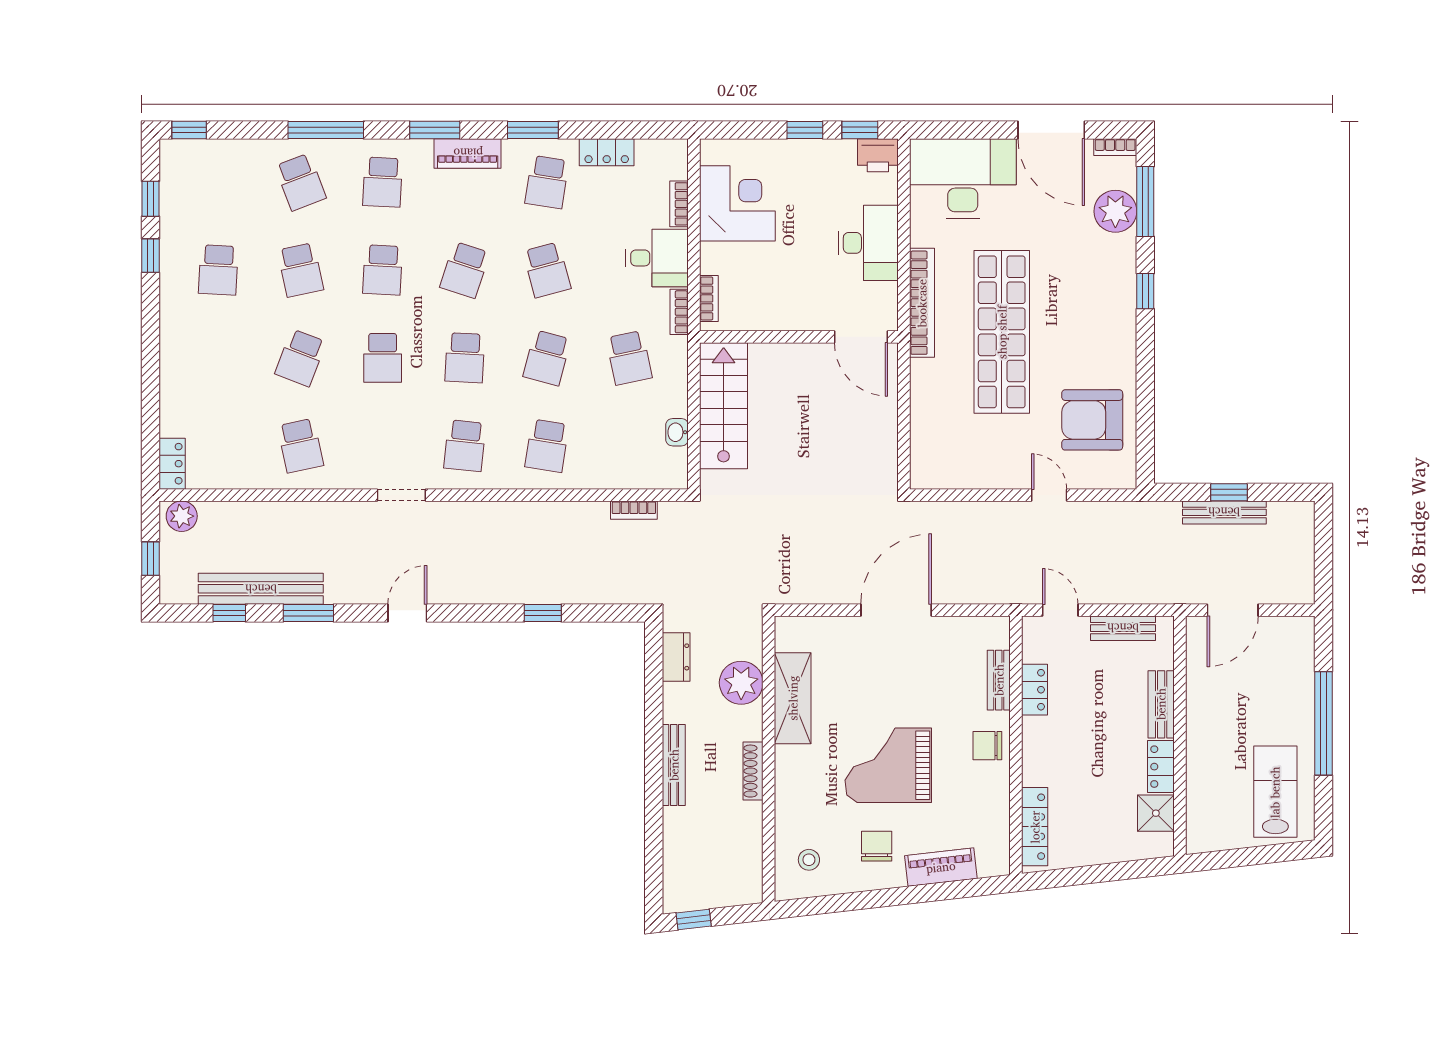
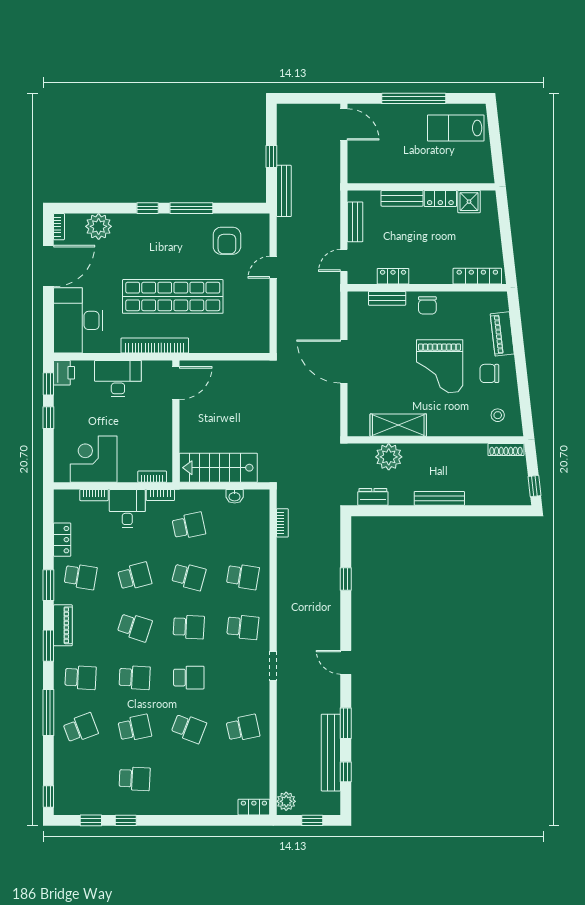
window: (1145, 201) -> (191, 208), moved
armchair: (1092, 420) -> (227, 241), width x0.73, depth x0.73
bench: (1224, 512) -> (284, 191), moved
door: (1233, 610) -> (344, 124), moved
shoe rack: (753, 771) -> (506, 450), moved

